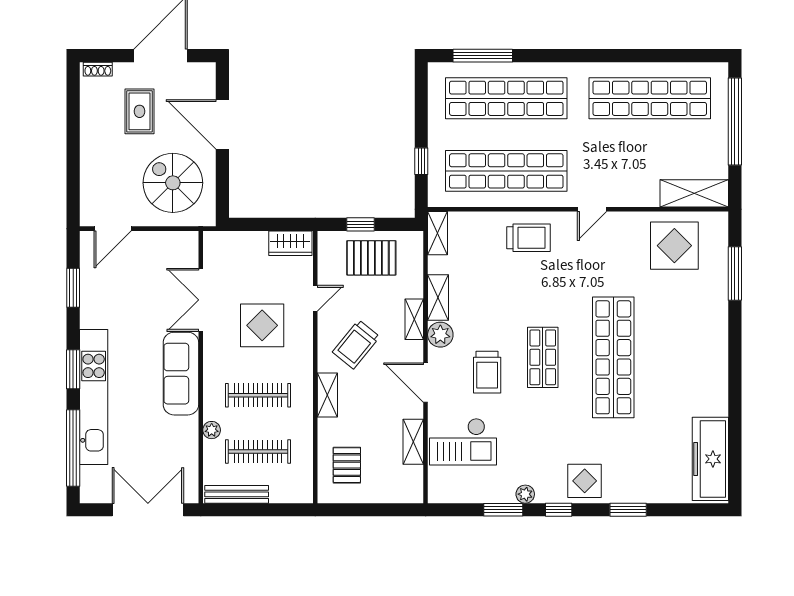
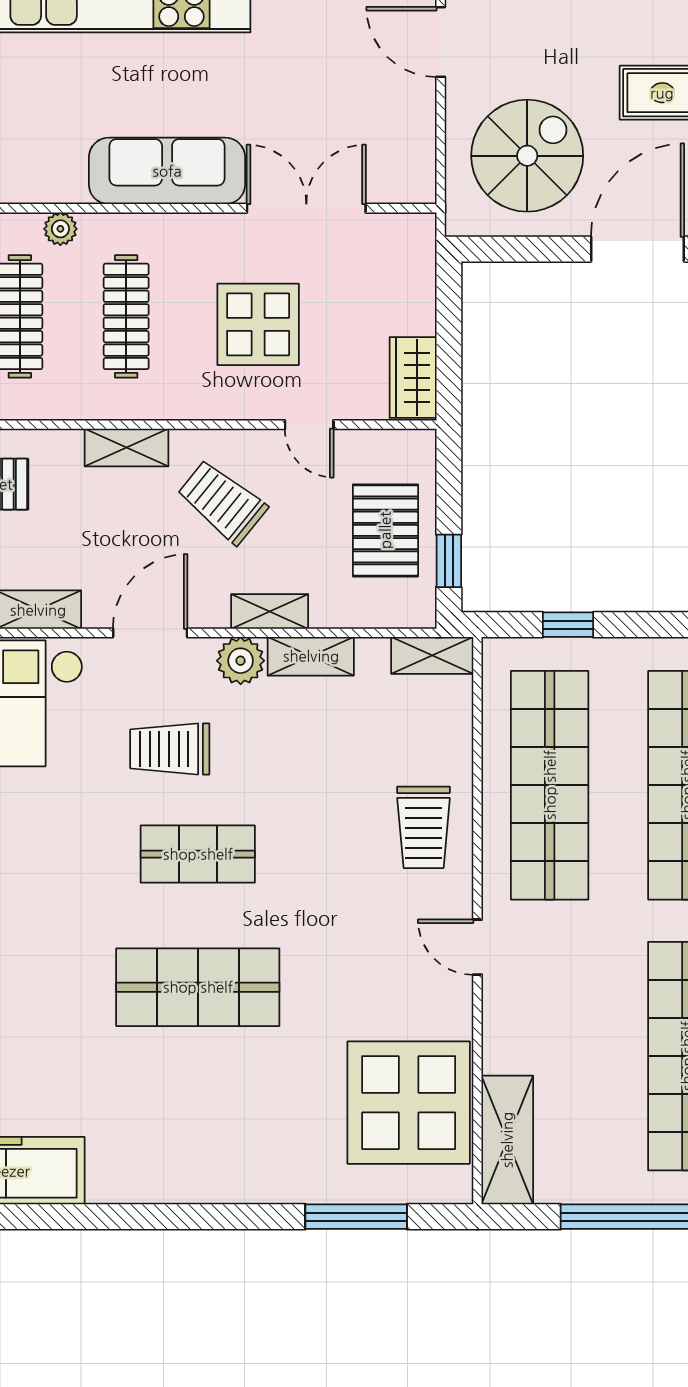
window: (361, 224) -> (449, 561), moved
display table: (674, 246) -> (409, 1103), width x1.36, depth x1.36
shop shelf: (613, 357) -> (198, 987), width x0.71

